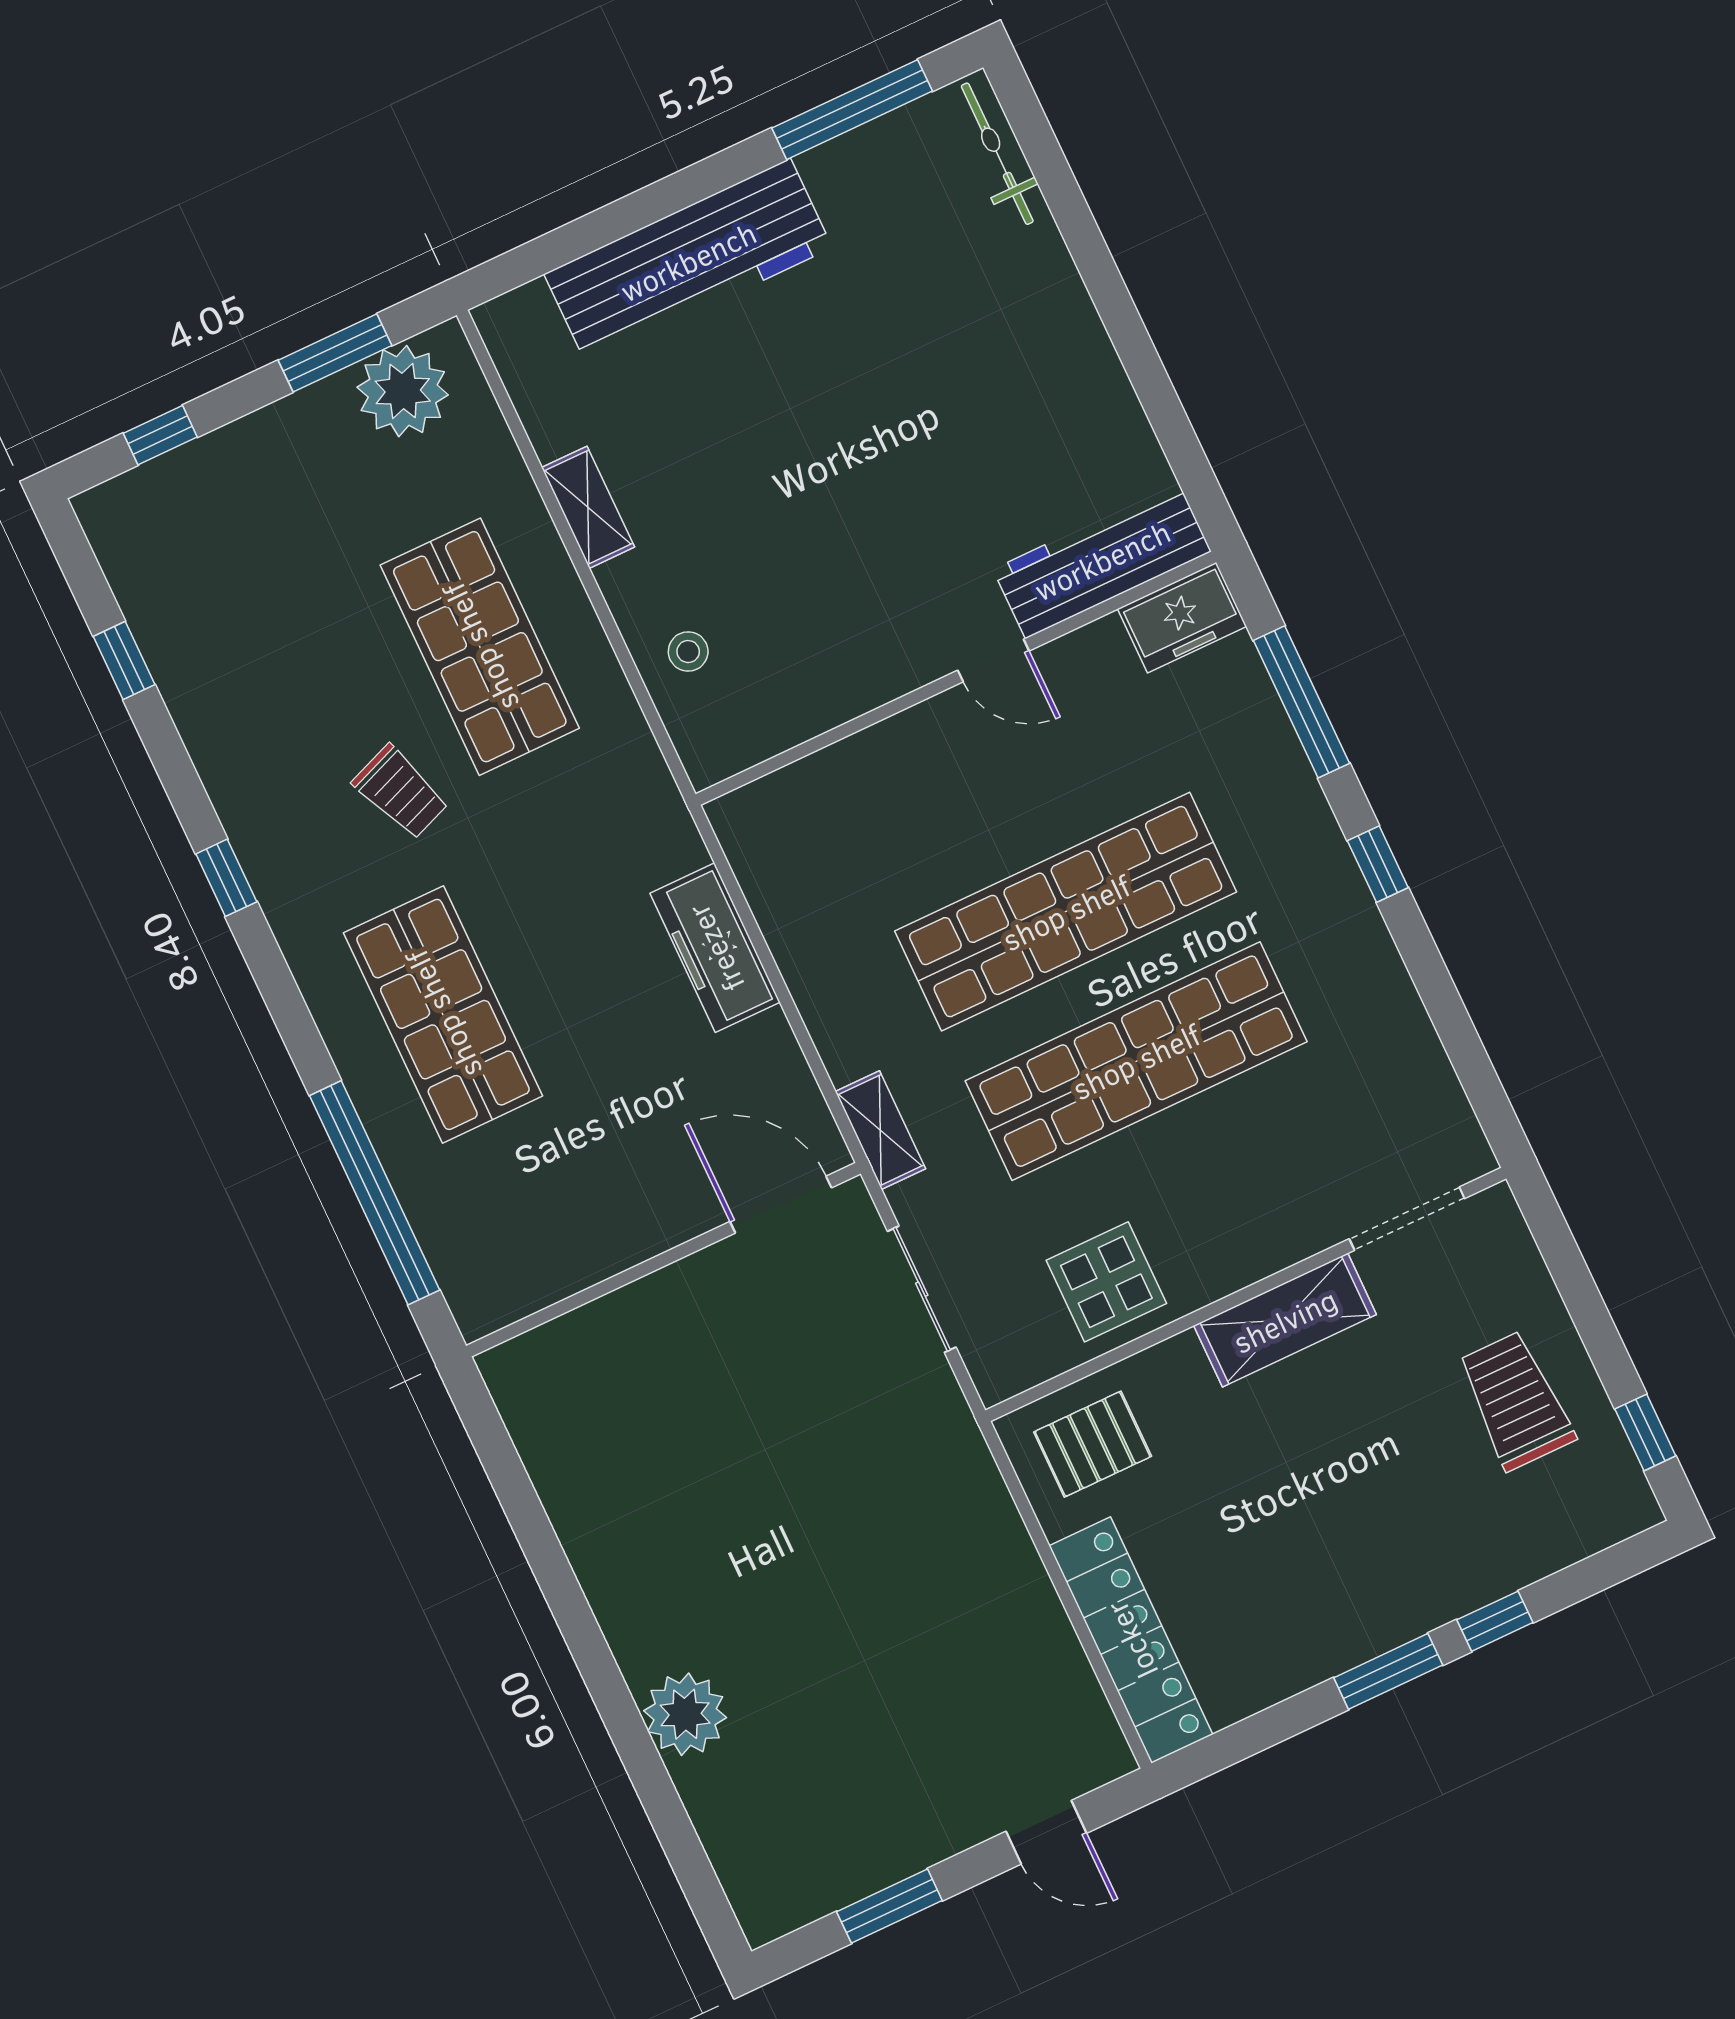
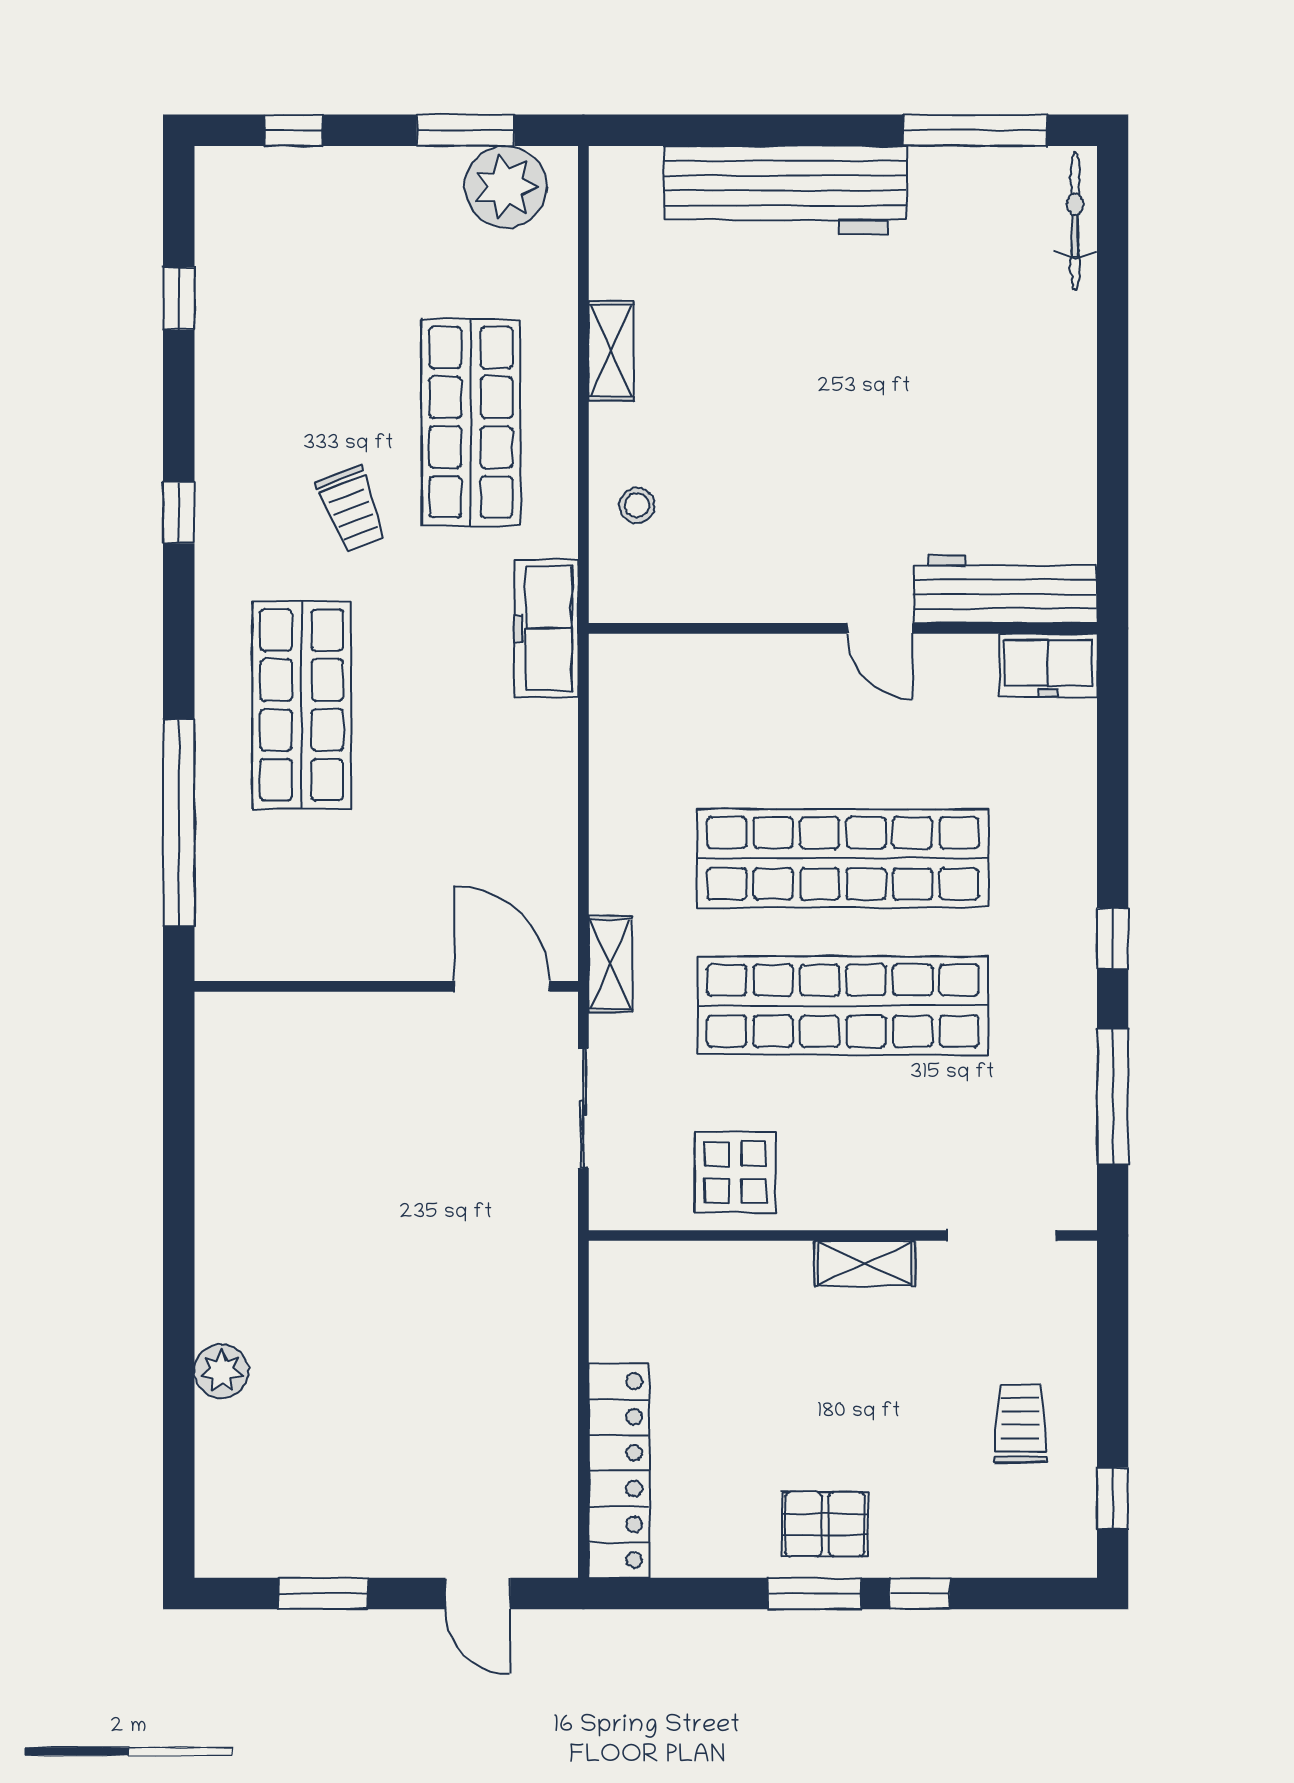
window: (1301, 702) -> (1113, 1096), moved
freezer: (715, 948) -> (546, 629), moved
shelving: (1285, 1320) -> (865, 1263), width x0.67, depth x0.75
trolley: (1516, 1401) -> (1020, 1424), width x0.73, depth x0.72
pallet: (1093, 1444) -> (825, 1524), moved
plant: (685, 1714) -> (221, 1371), width x0.73, depth x0.73

